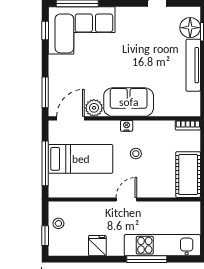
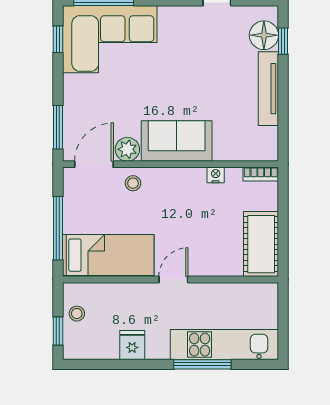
nightstand: (127, 126) -> (216, 175), moved
stool: (136, 154) -> (133, 183), moved
bed: (81, 159) -> (108, 255), moved

